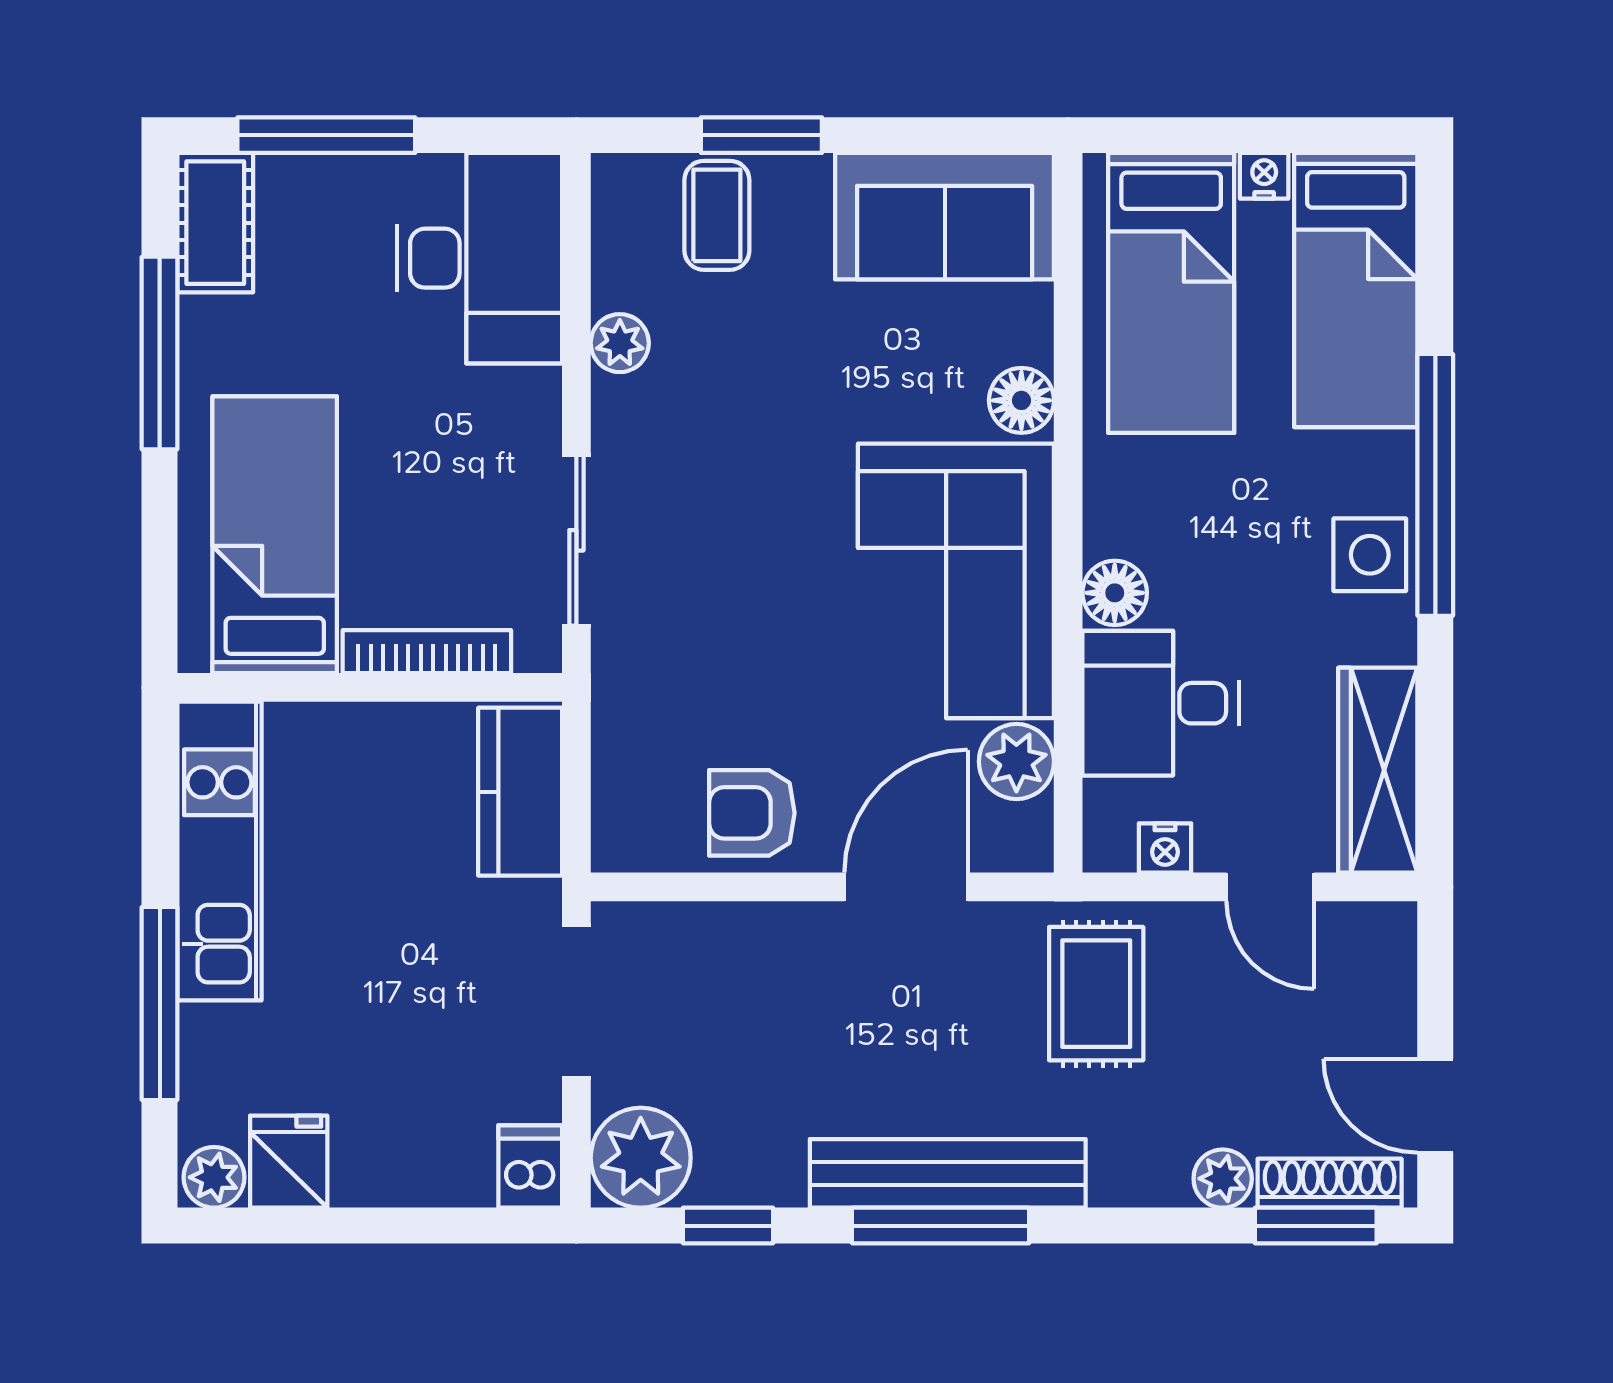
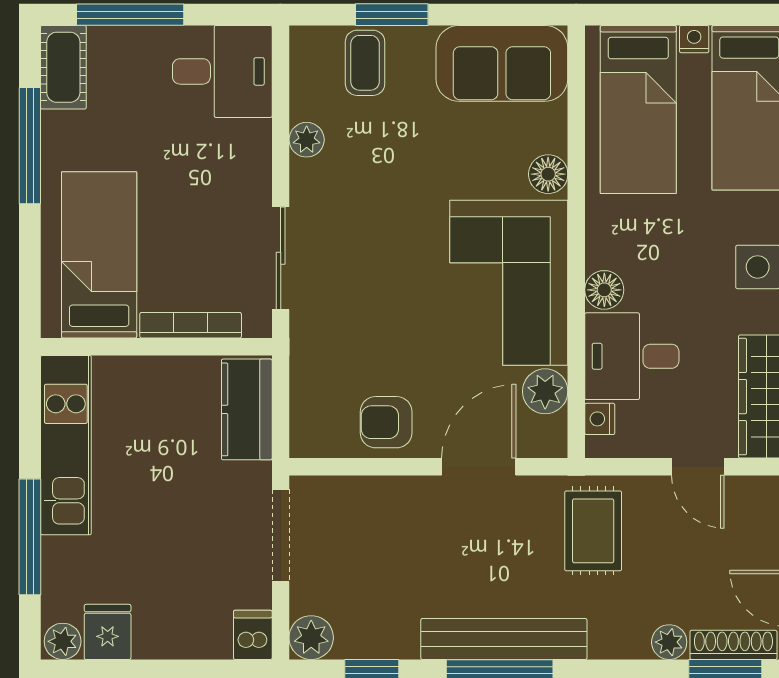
desk: (480, 258) -> (222, 71), width x0.73
nightstand: (1165, 848) -> (600, 419), moved, turned 90
plant: (641, 1158) -> (311, 638), width x0.73, depth x0.73

